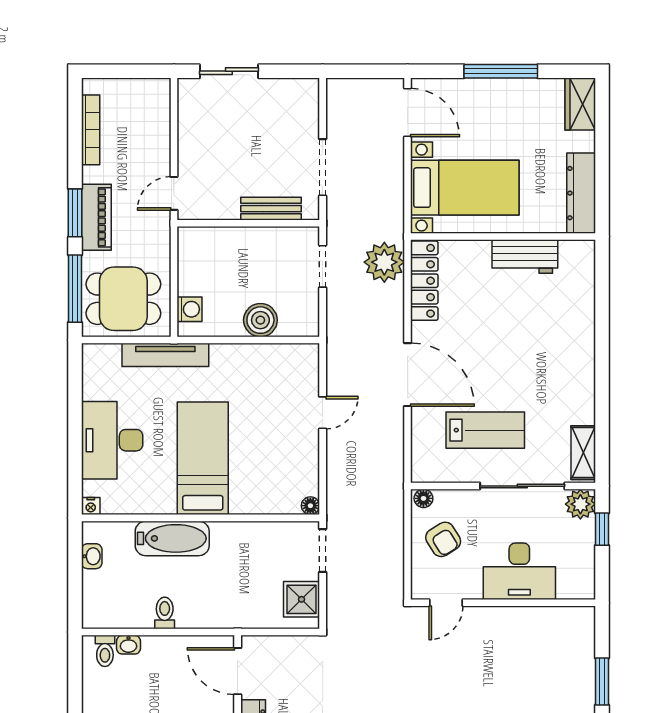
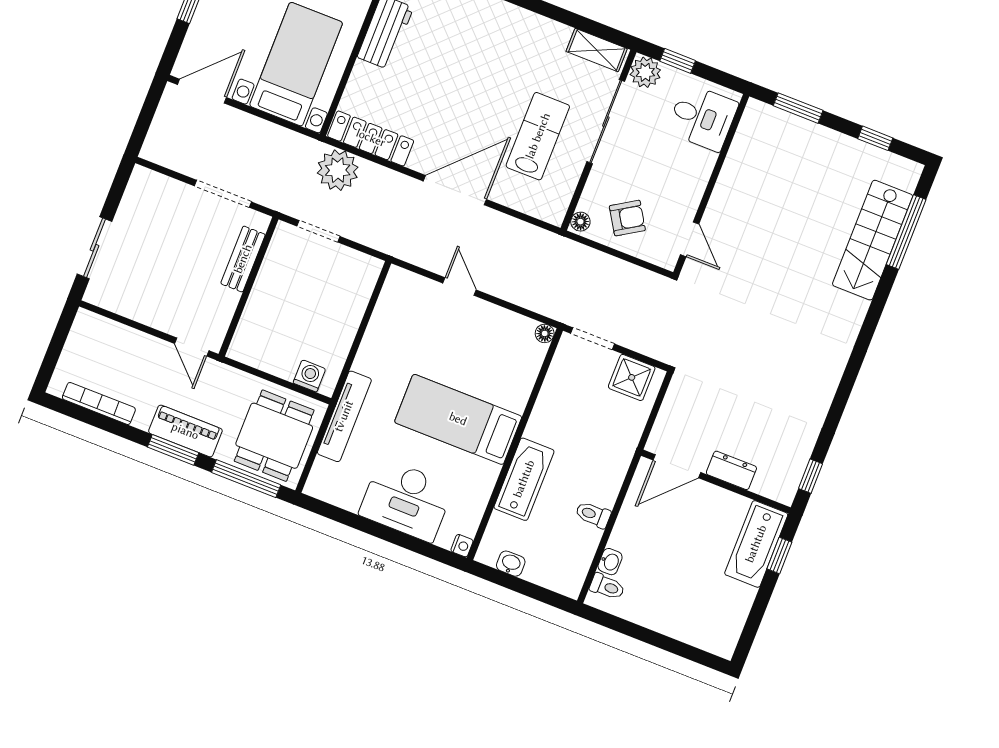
boiler: (260, 320) -> (347, 312), removed
desk: (519, 571) -> (702, 117), moved, width x0.73
window: (602, 682) -> (798, 108), moved

